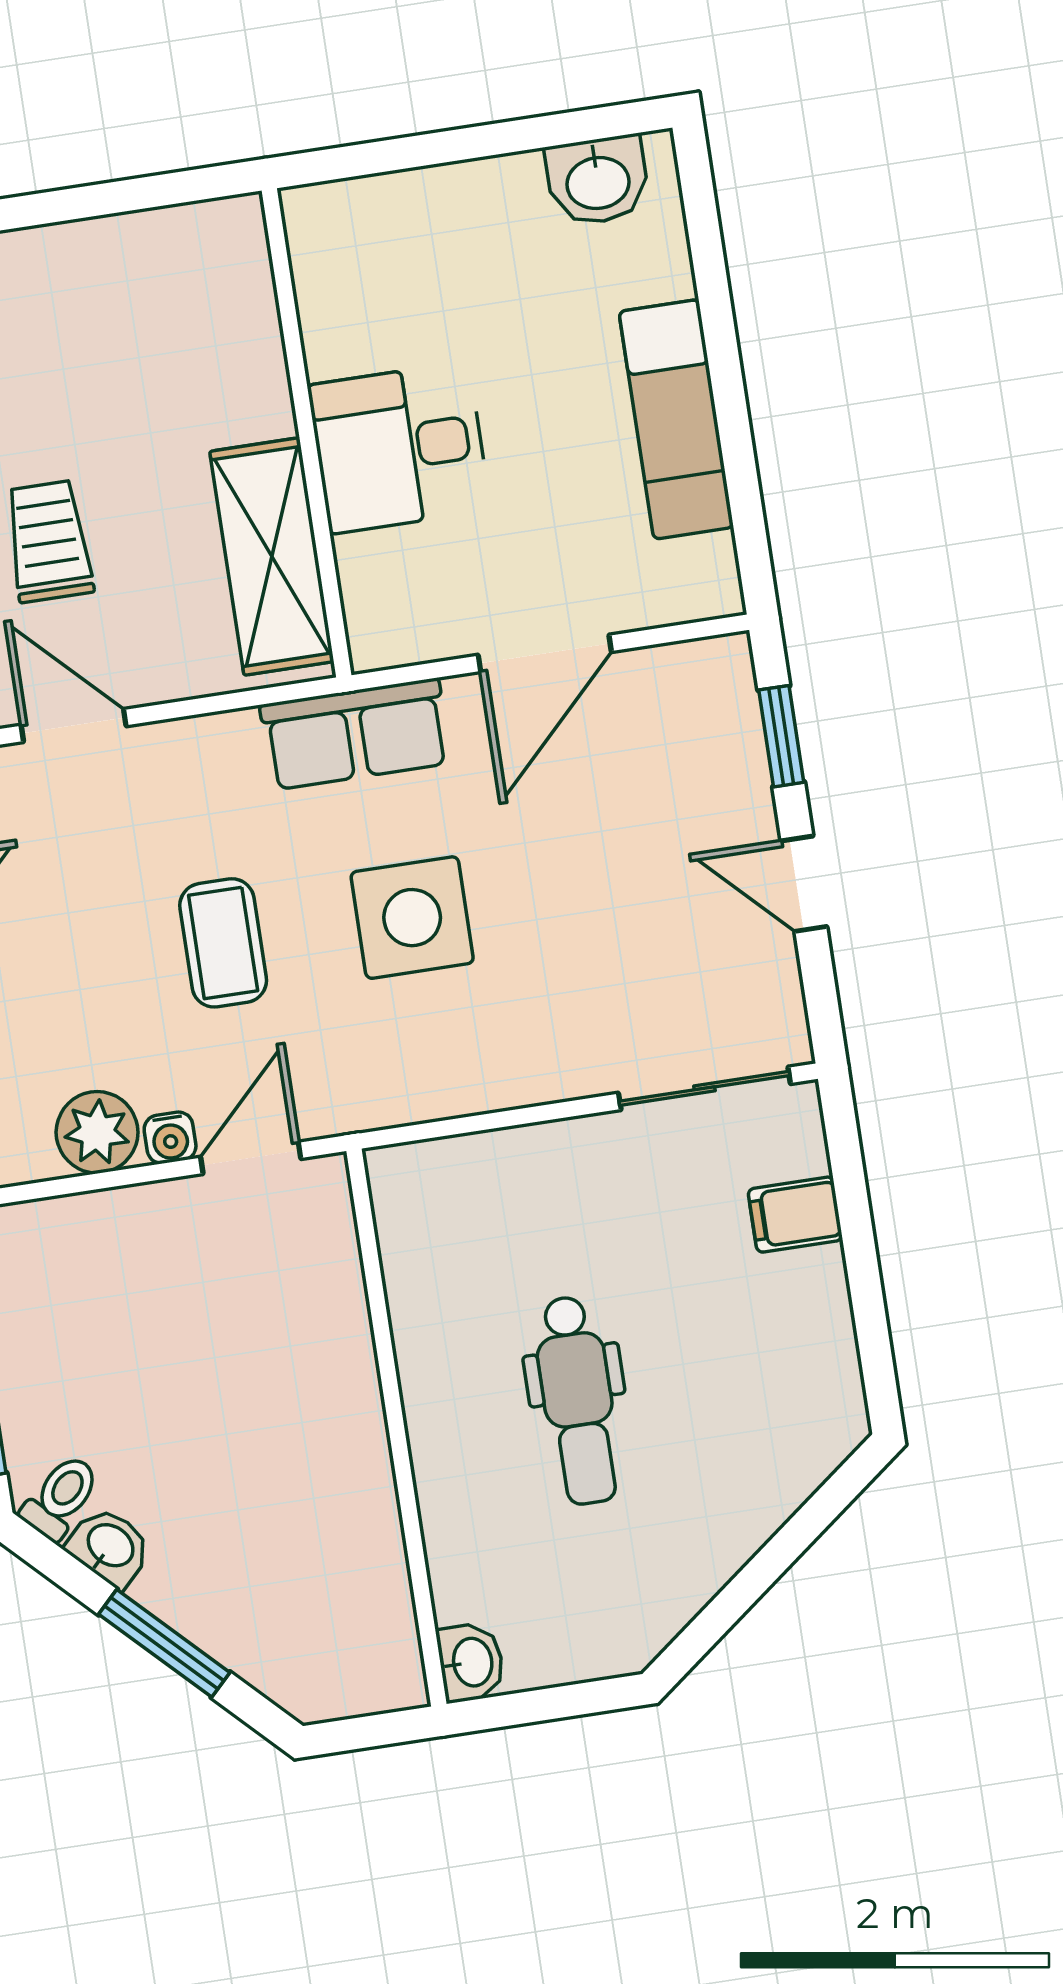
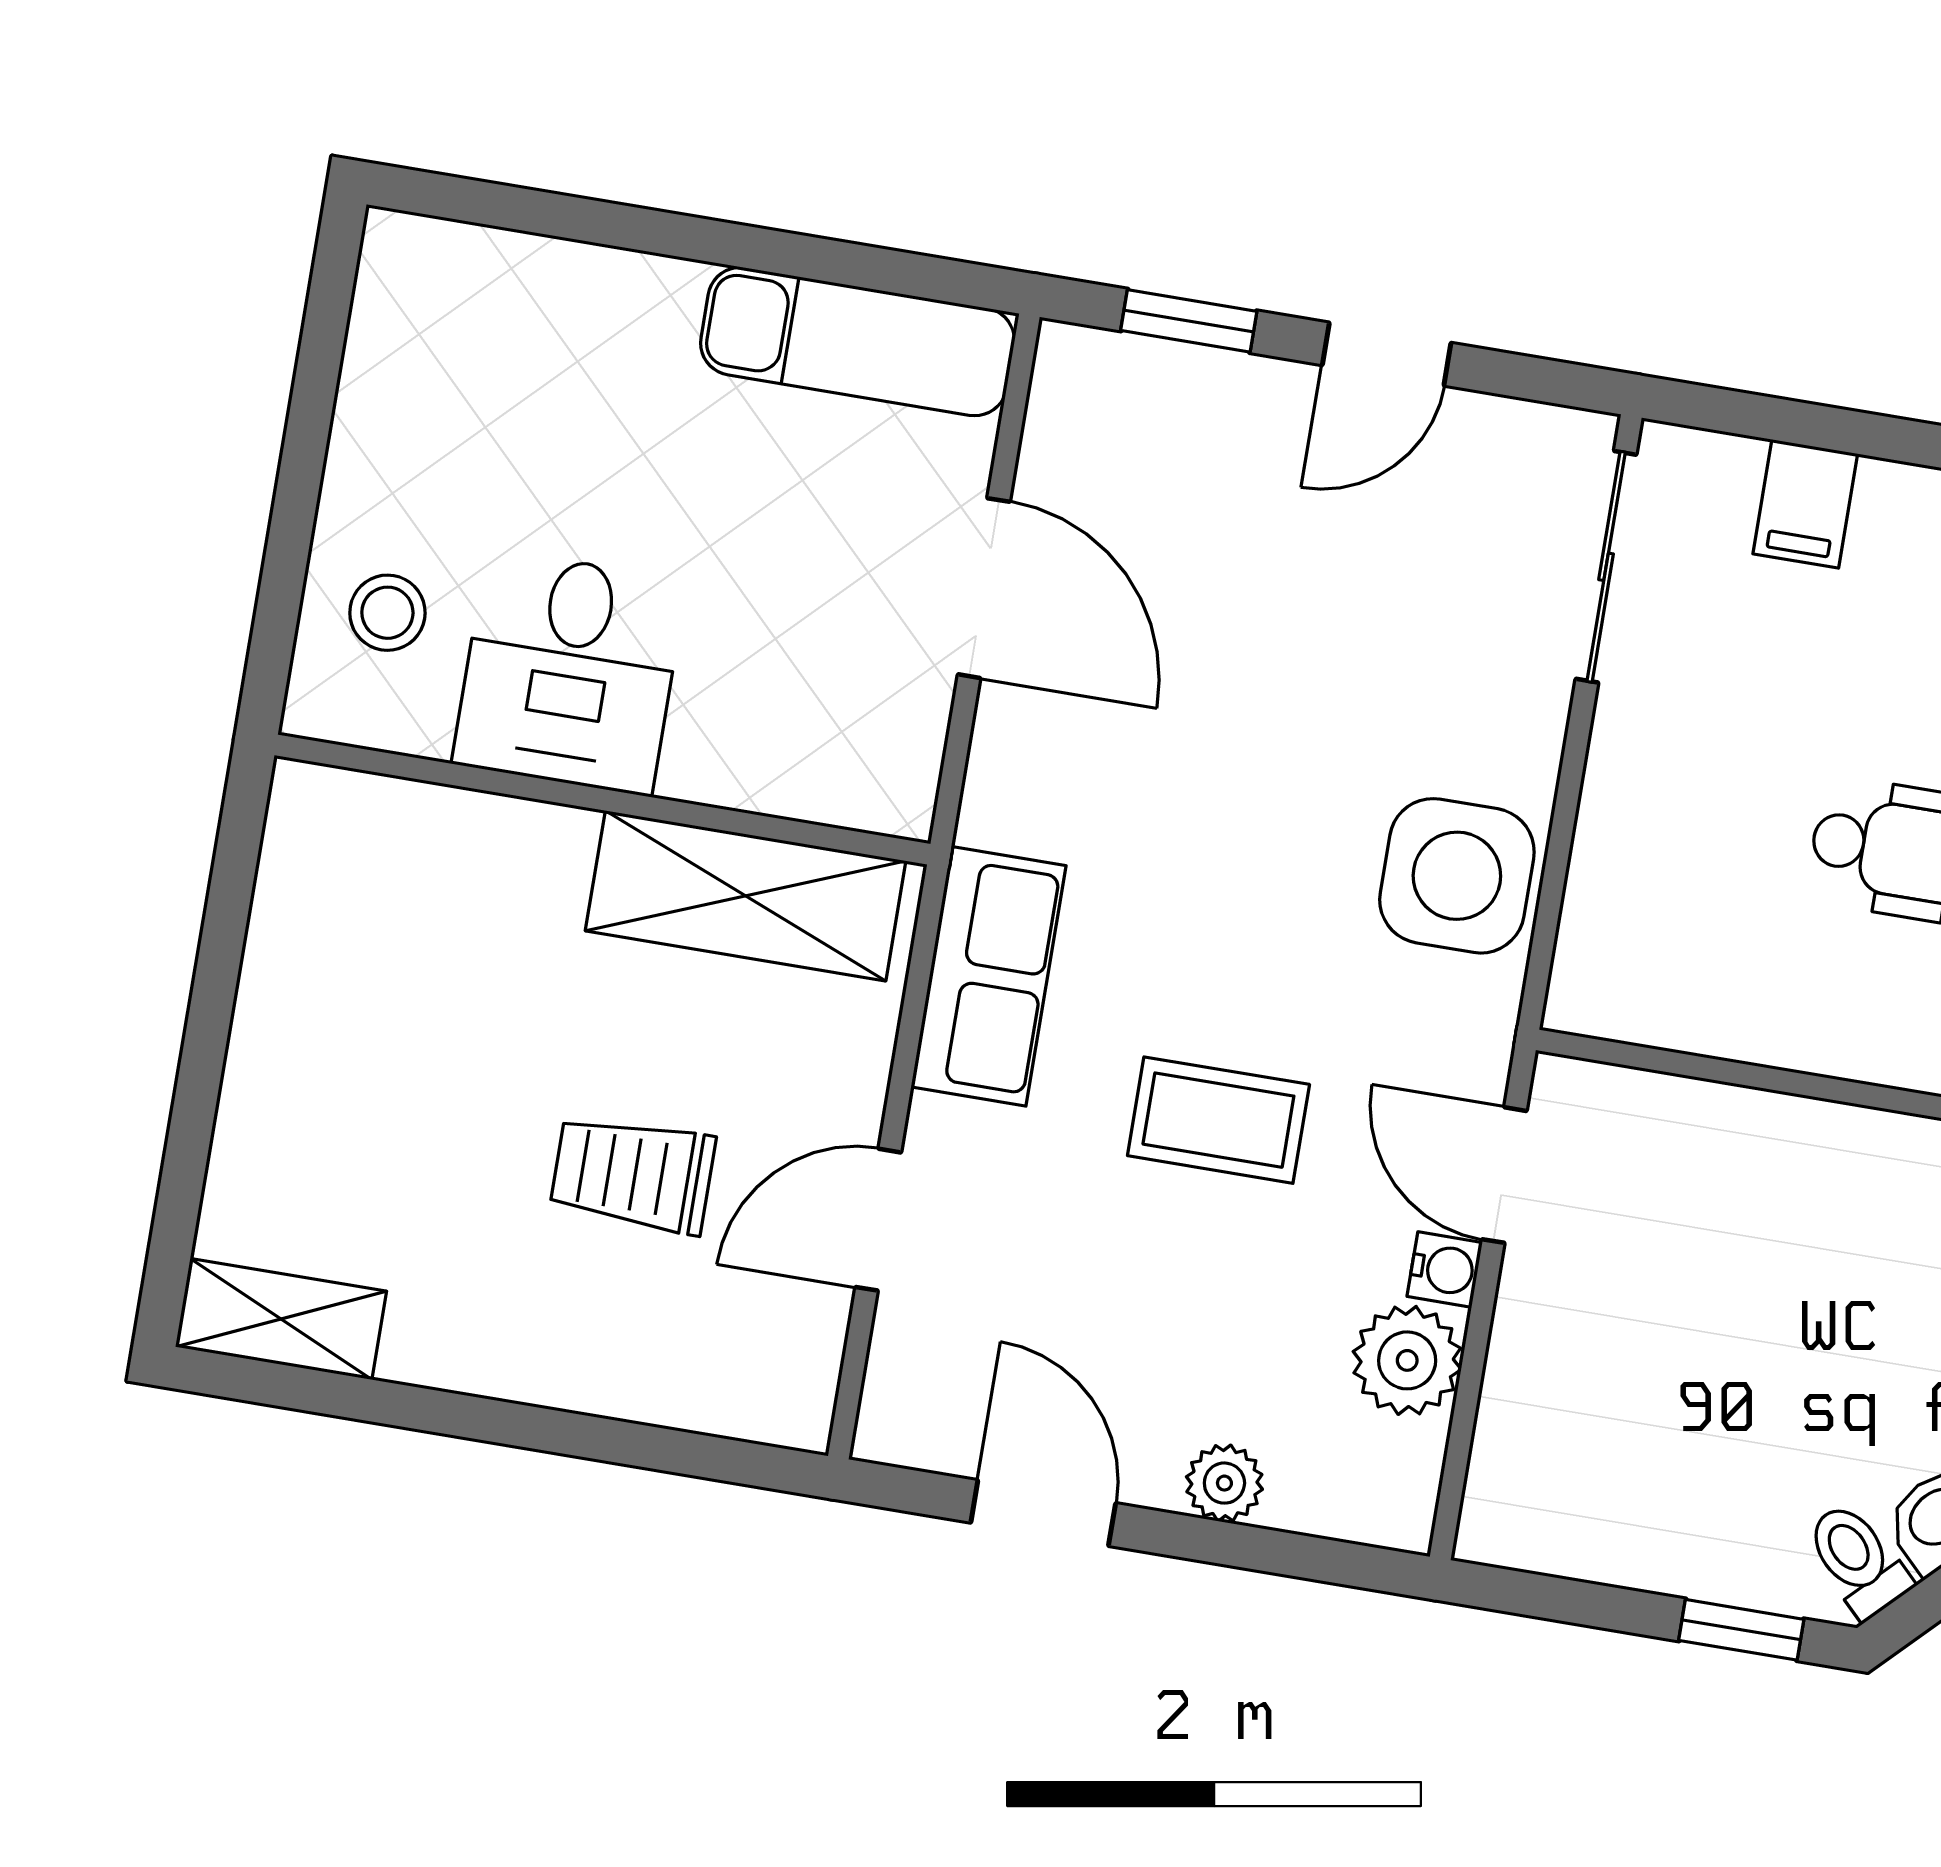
washbasin: (598, 181) -> (403, 322), removed
stool: (389, 237) -> (387, 613), added
exam couch: (676, 419) -> (857, 342), moved
desk: (399, 448) -> (569, 672), moved
row of seats: (355, 734) -> (988, 976), moved
side table: (412, 918) -> (1457, 876), moved

